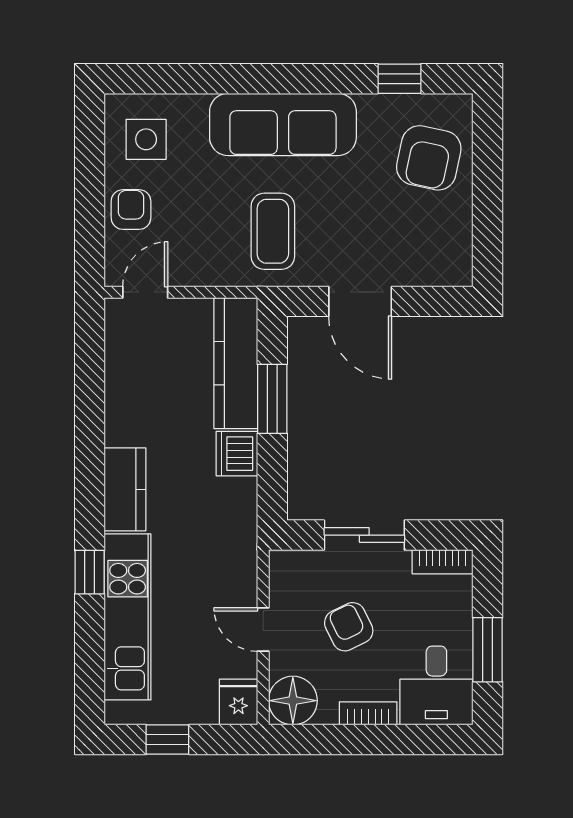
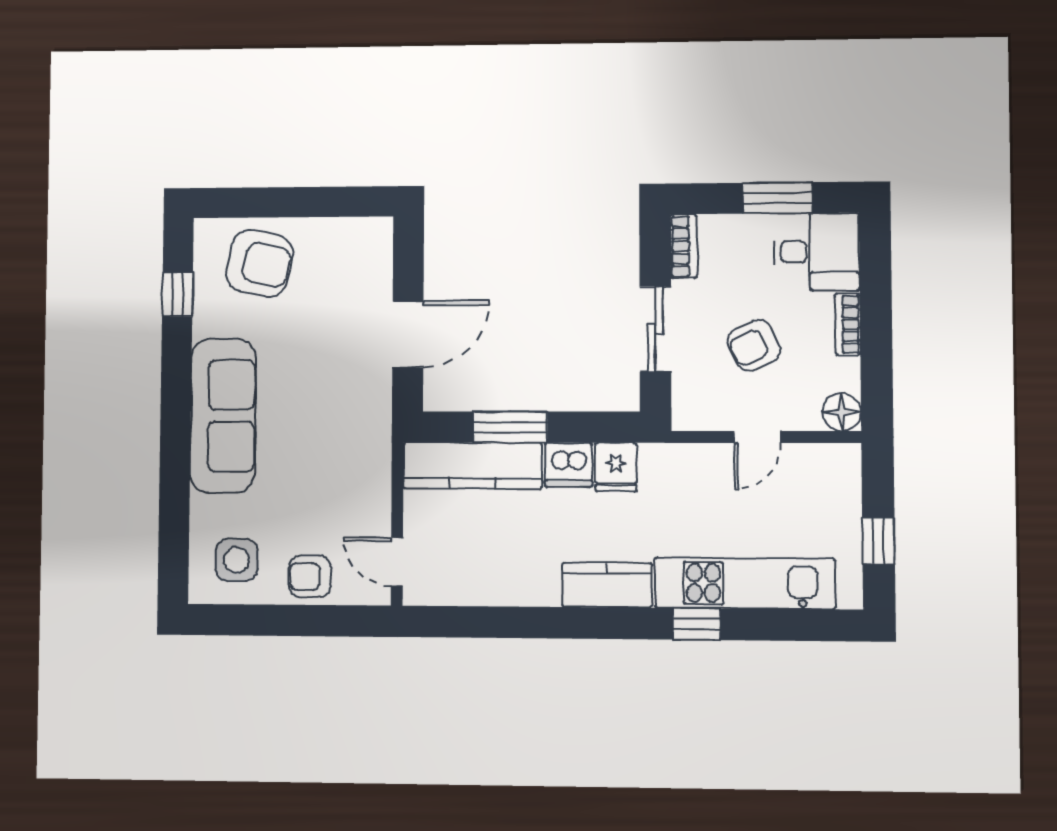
coffee table: (273, 231) -> (334, 426), removed
floor lamp: (293, 701) -> (842, 412), width x0.73, depth x0.73
fridge: (238, 702) -> (616, 467), moved, turned -90

